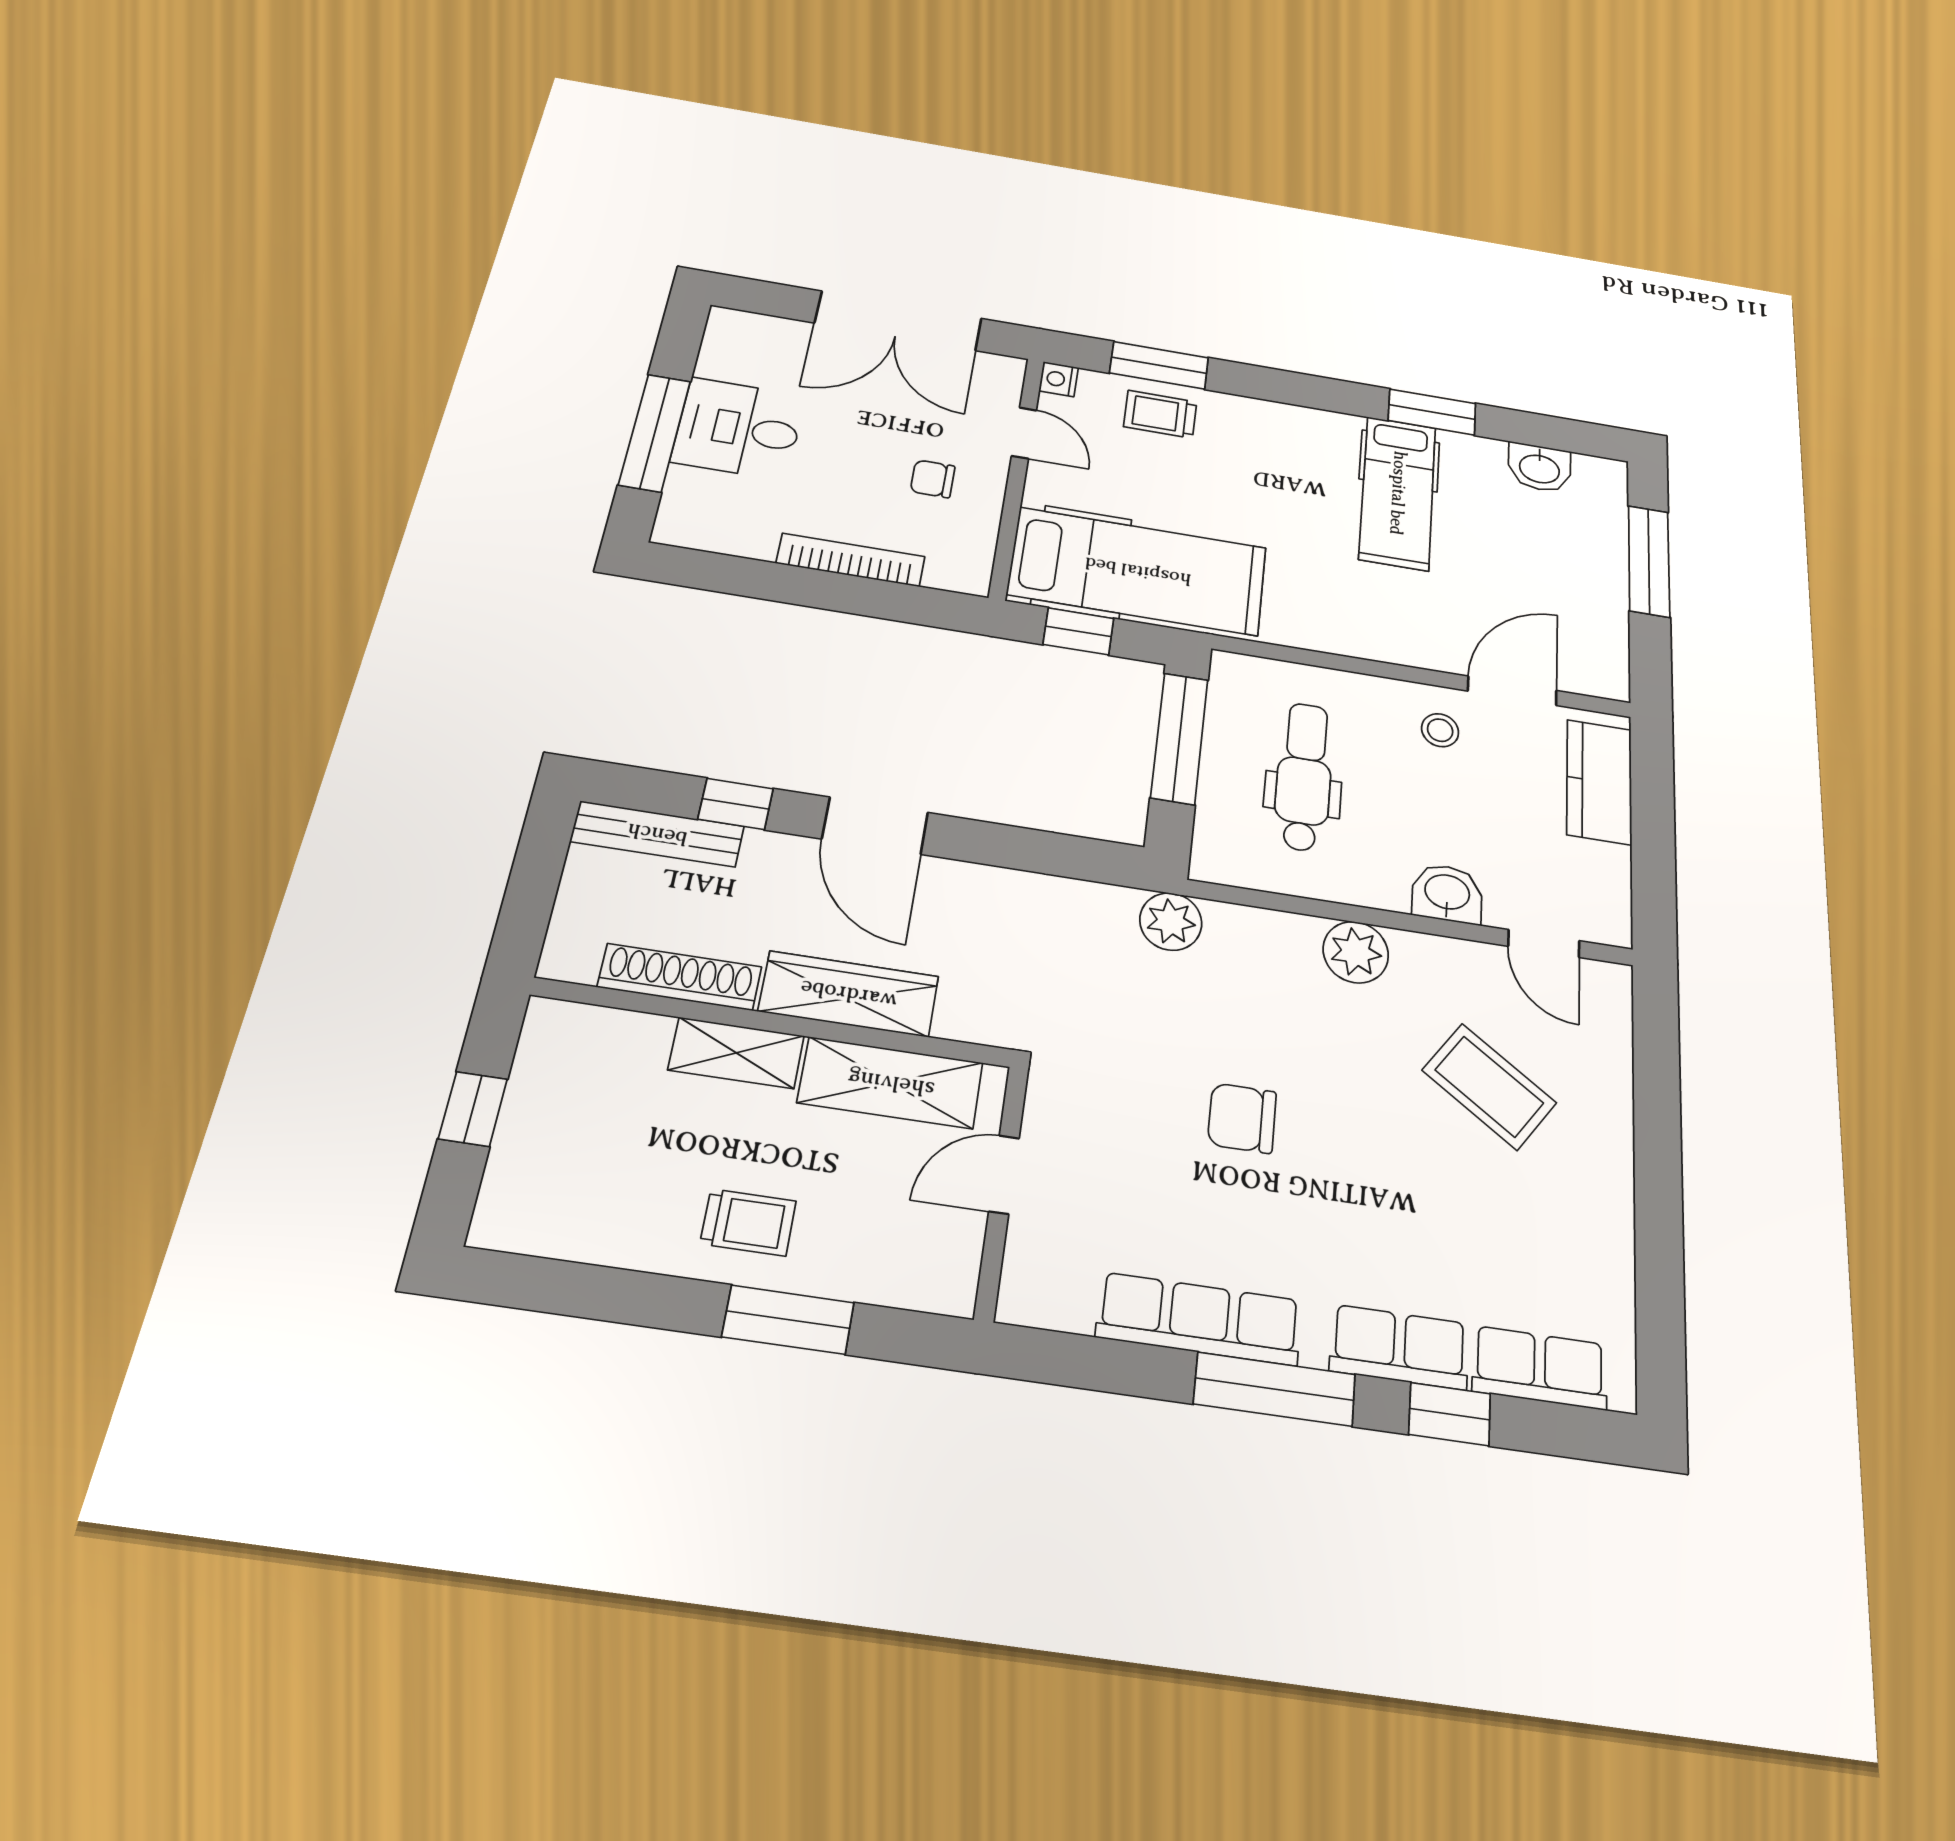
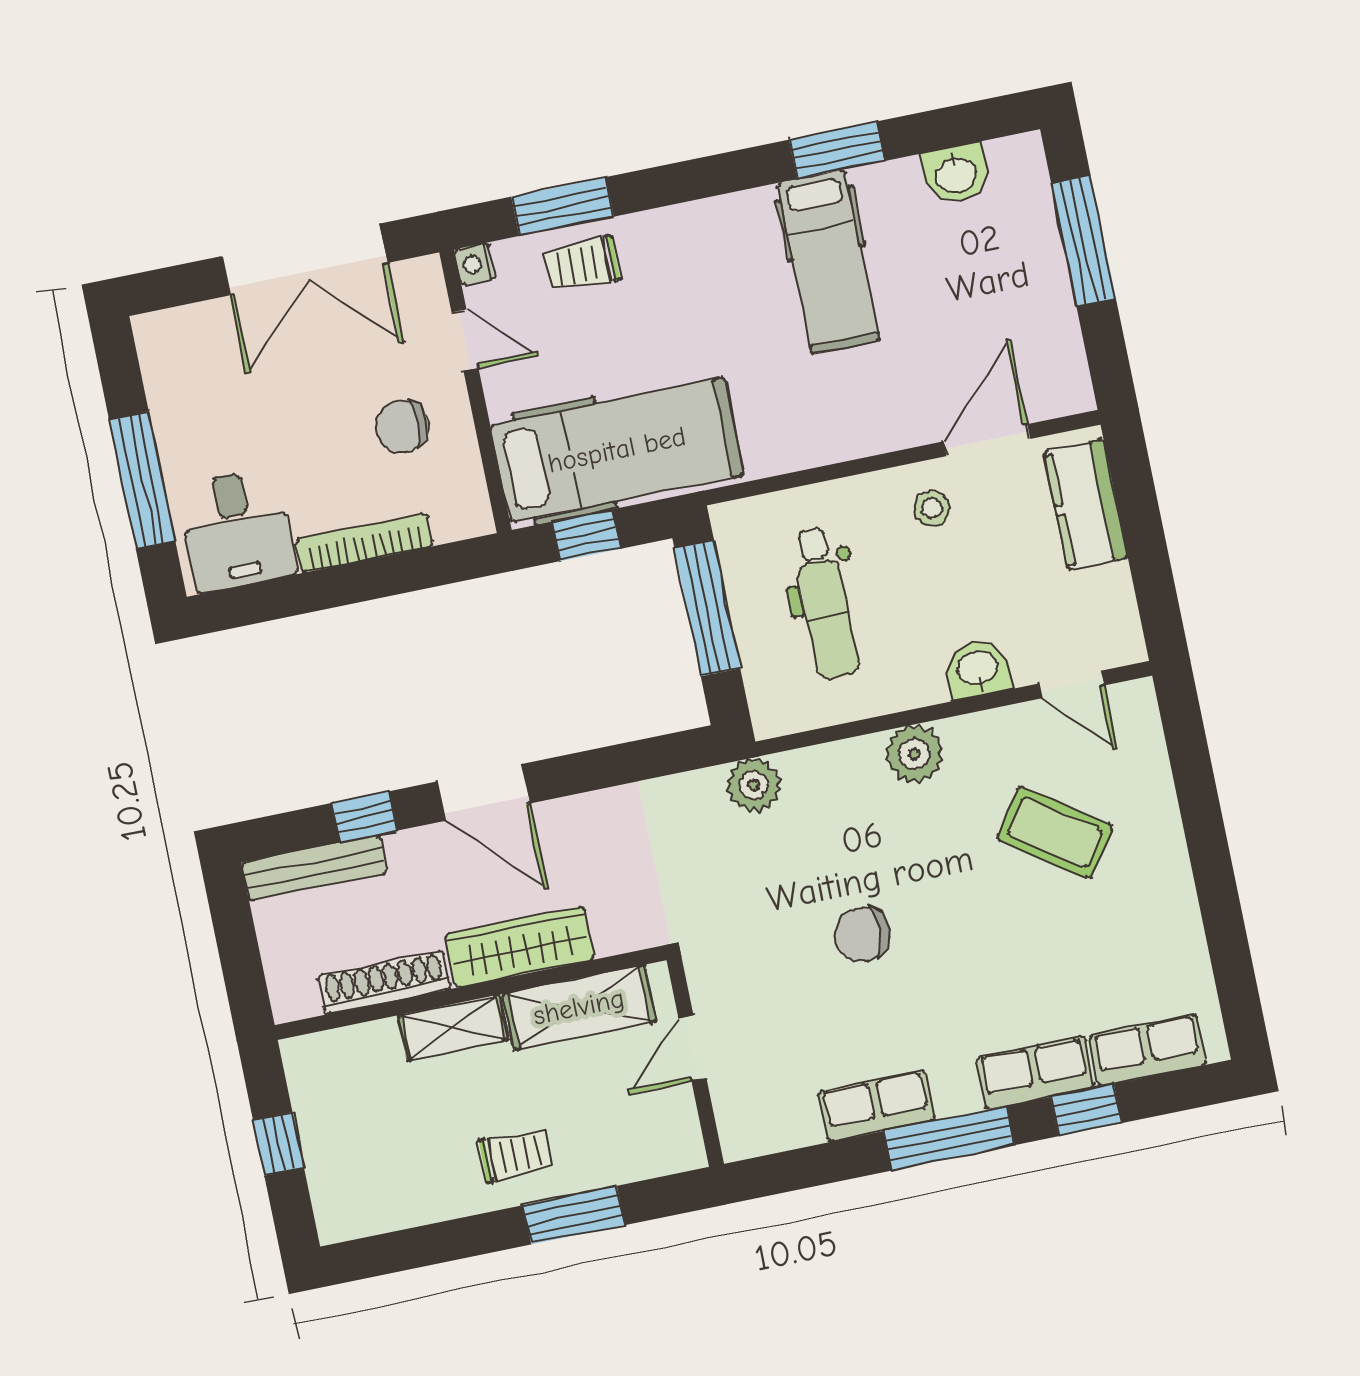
desk: (739, 429) -> (237, 530), moved, turned -90
chair: (933, 479) -> (402, 426), width x1.37, depth x1.37
dental chair: (1304, 776) -> (825, 603), turned 180
row of seats: (1199, 1319) -> (877, 1106), width x0.68

